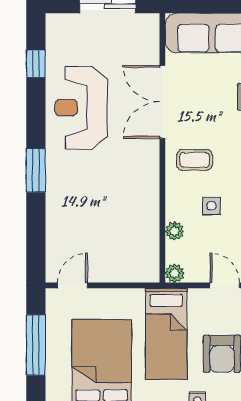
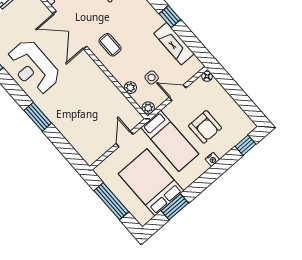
coffee table: (194, 160) -> (110, 45), turned 90
side table: (211, 206) -> (152, 77), moved
door: (73, 285) -> (125, 139), moved

